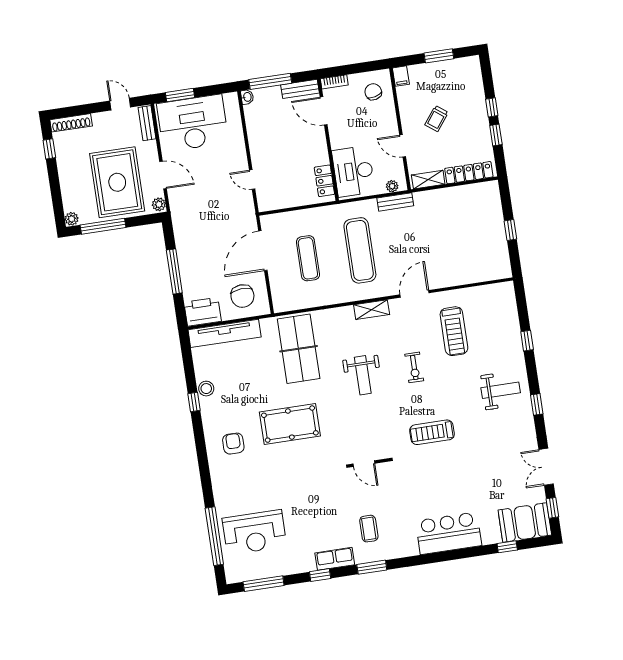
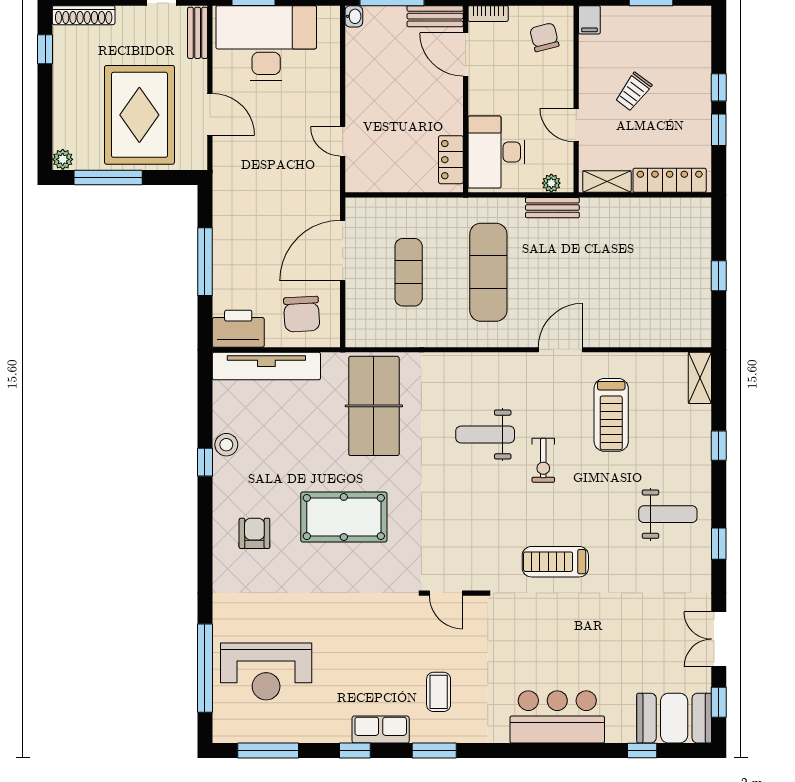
plant: (159, 204) -> (197, 157), removed
shelving: (372, 310) -> (700, 378), moved, turned 90
weight bench: (363, 375) -> (485, 434), moved, turned 90

